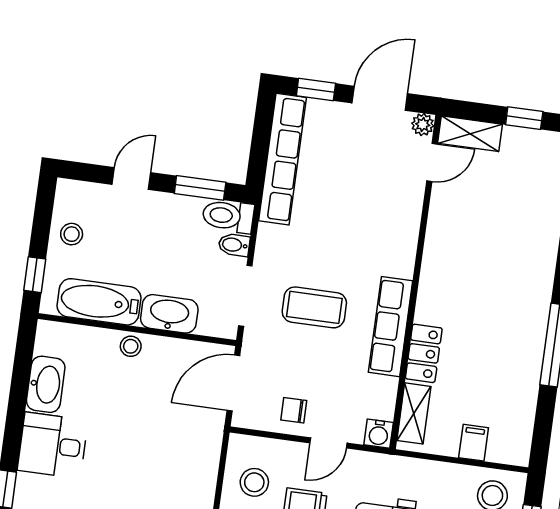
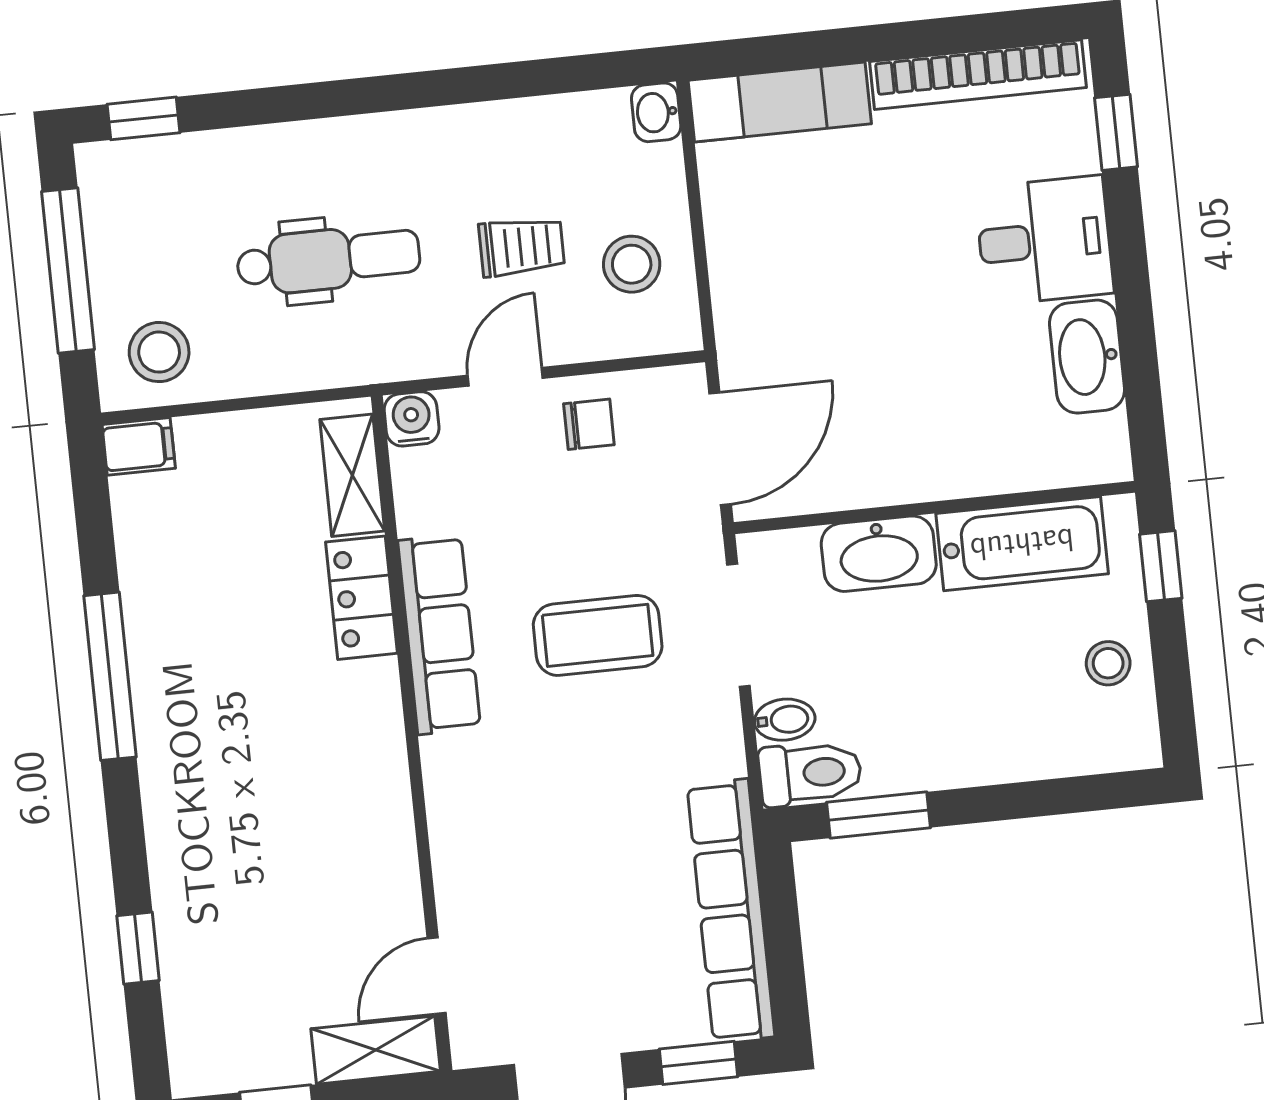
plant: (423, 125) -> (473, 1045), removed
door: (131, 178) -> (1018, 801), removed
stool: (131, 346) -> (939, 472), removed
filing cabinet: (474, 443) -> (139, 446), moved, turned -90

